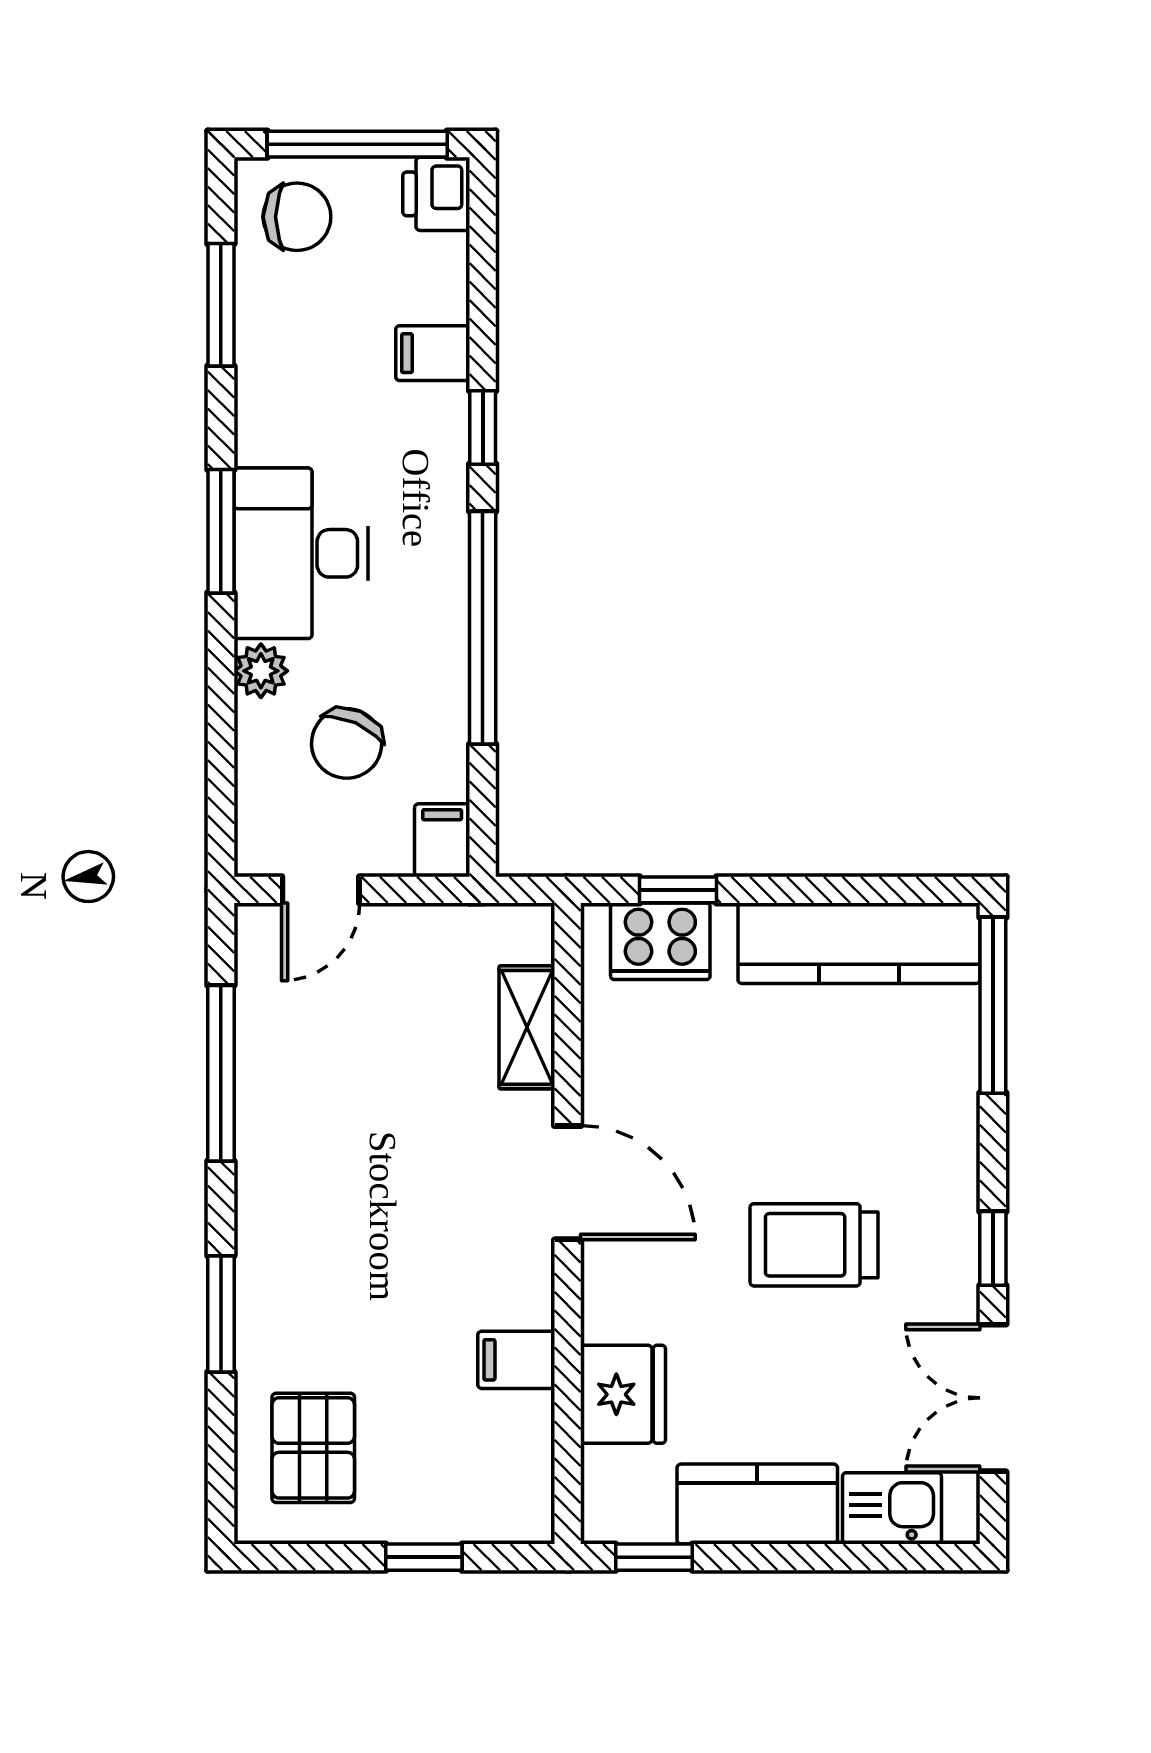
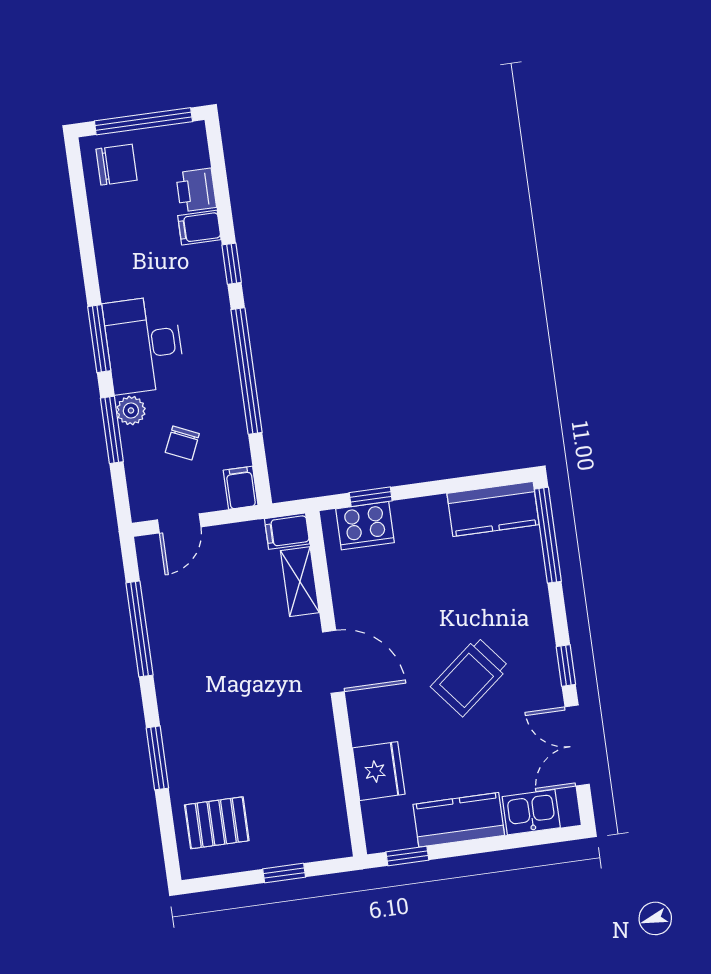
printer: (436, 194) -> (196, 190), moved
window: (221, 305) -> (112, 430), moved
chair: (347, 743) -> (182, 443), width x0.73, depth x0.73
kitchen counter: (859, 943) -> (493, 509), width x0.67
trolley: (814, 1245) -> (470, 677), turned -39
filing cabinet: (516, 1360) -> (287, 531), moved
pallet: (313, 1448) -> (217, 823), turned 90

